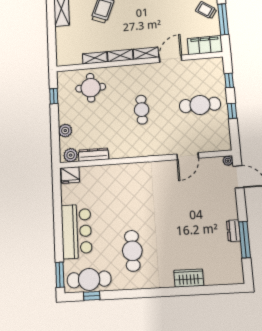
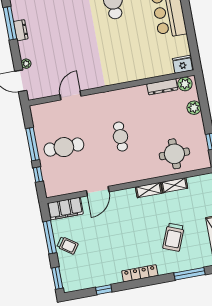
shelving: (146, 53) -> (123, 195), removed
window: (232, 111) -> (32, 144), width x2.17
plant: (228, 161) -> (26, 64), moved

